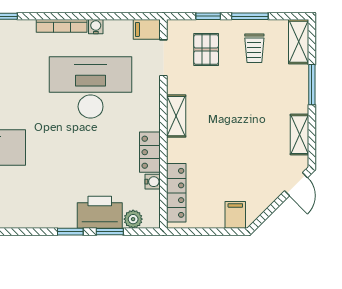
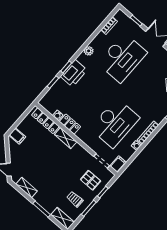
shelving: (176, 116) -> (66, 138), moved
printer: (100, 212) -> (74, 73), moved
plant: (133, 219) -> (89, 51), moved

